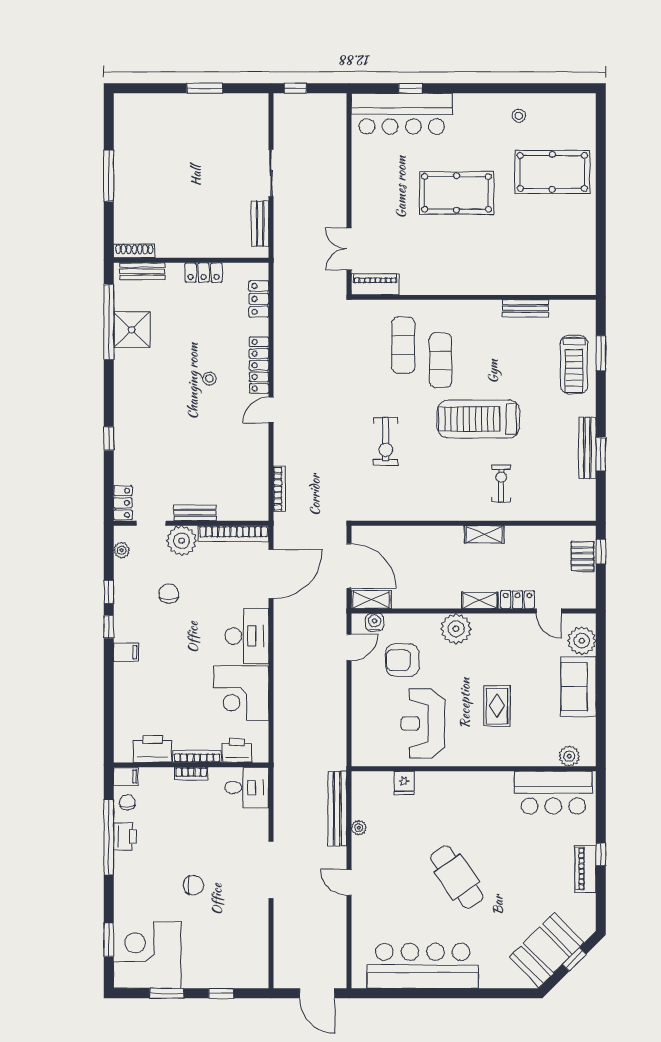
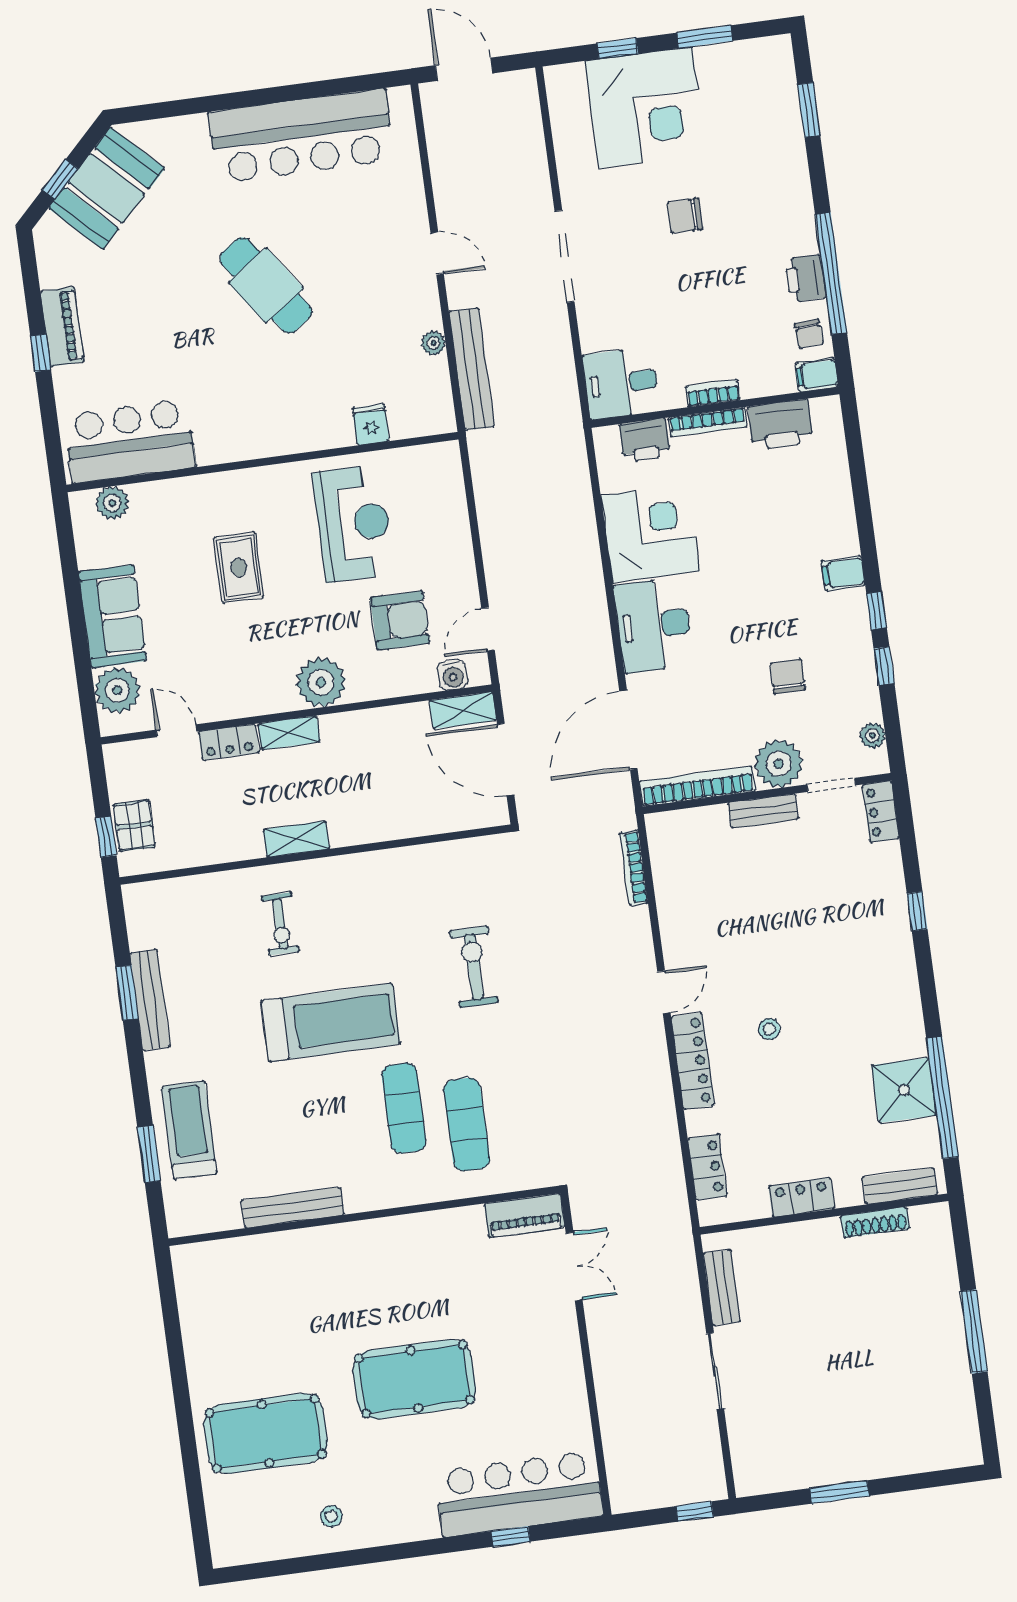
shoe rack: (134, 251) -> (875, 1222), moved
bench: (525, 308) -> (293, 1208), width x1.36
chair: (169, 594) -> (788, 676), turned 180
corner desk: (147, 955) -> (645, 107), moved

